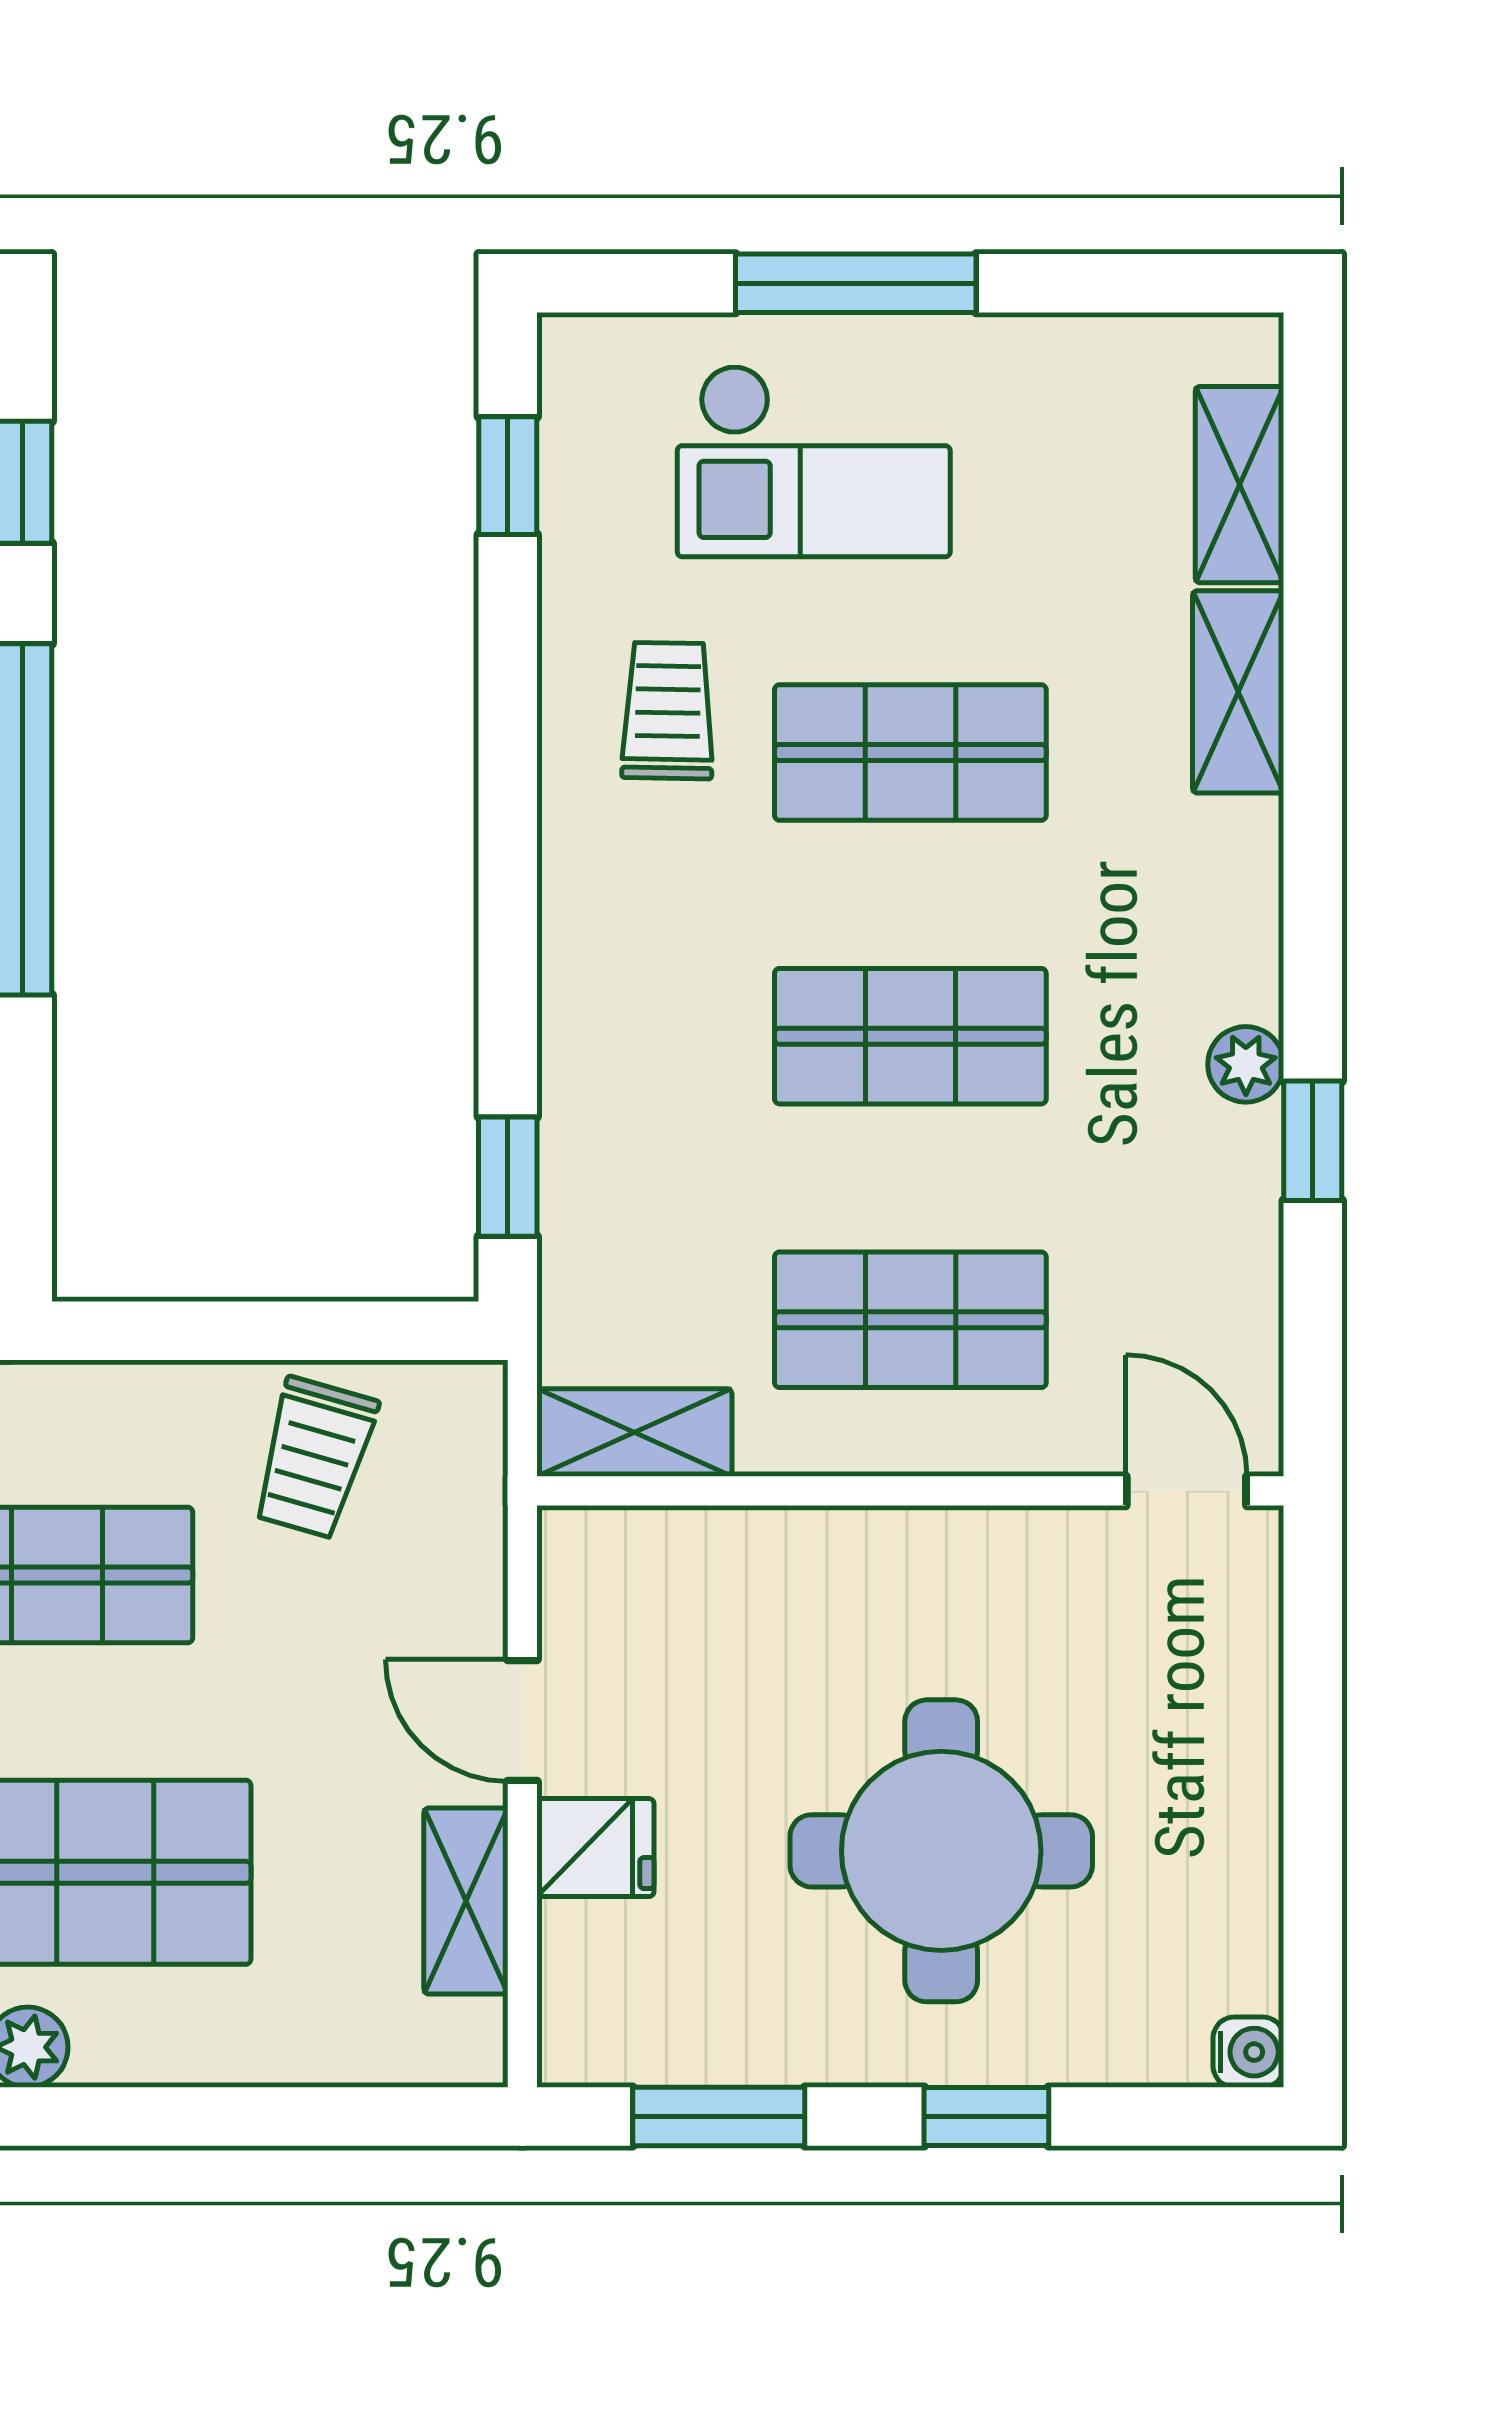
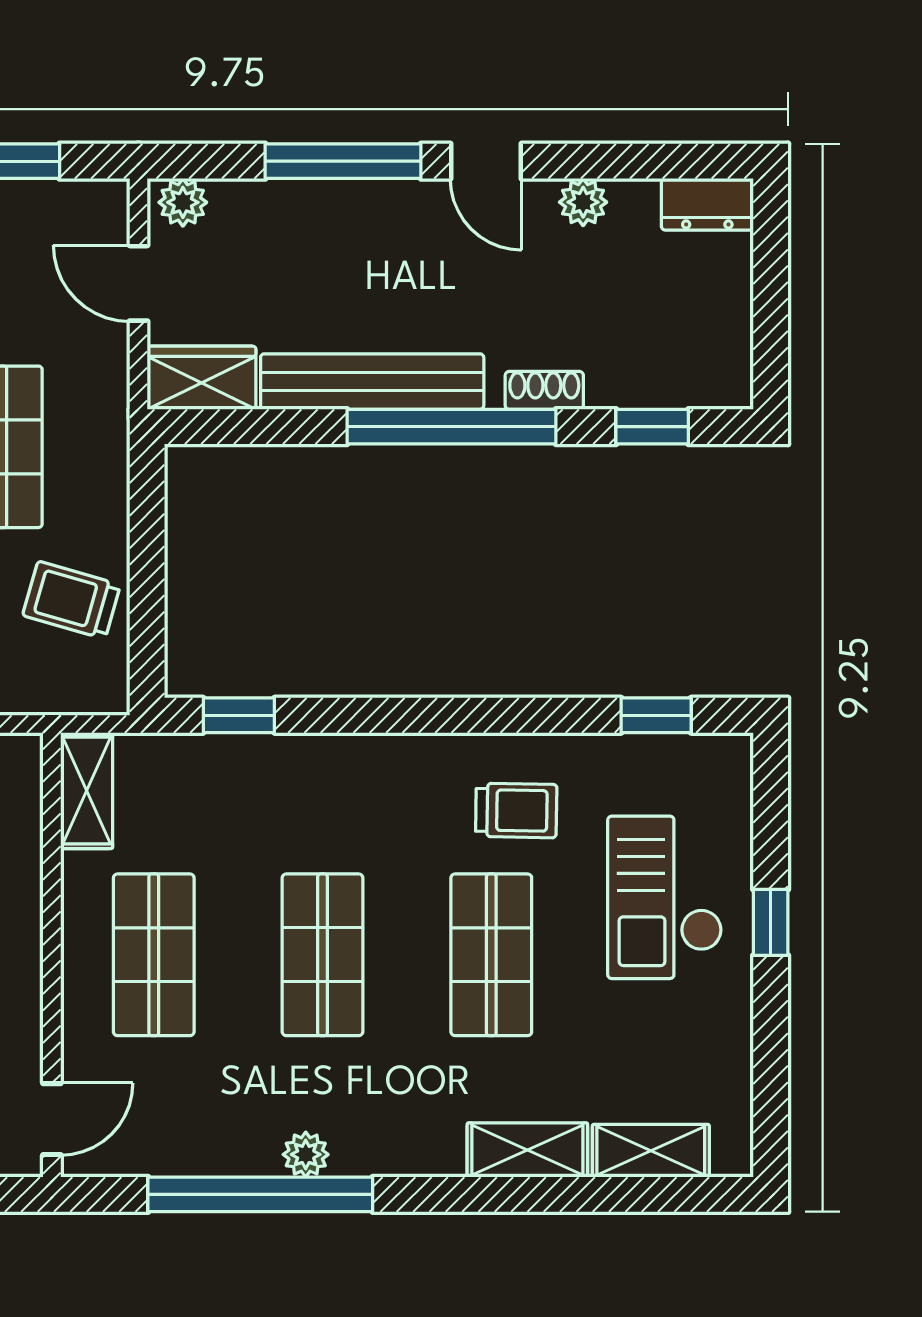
window: (856, 283) -> (771, 922), width x0.46
window: (1313, 1141) -> (260, 1194), width x3.17

